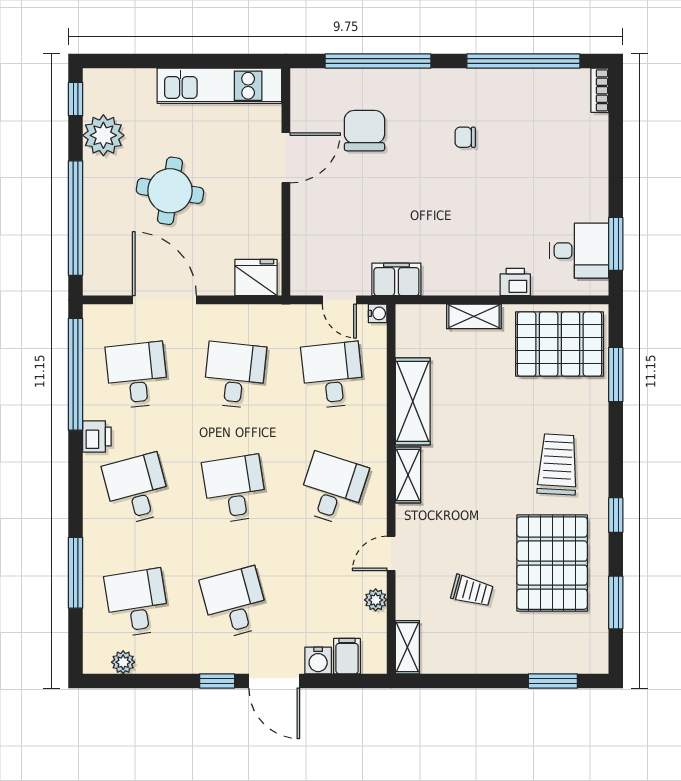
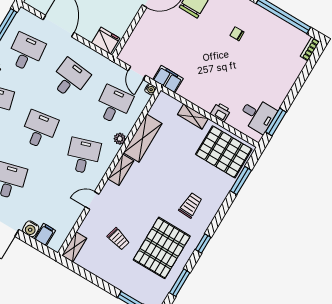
trolley: (558, 464) -> (191, 205), width x0.73, depth x0.72
desk: (333, 489) -> (83, 156), turned -36
plant: (376, 600) -> (120, 139), moved

